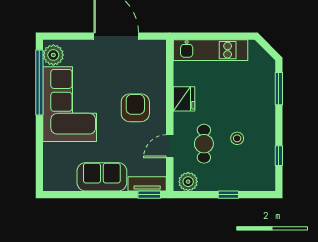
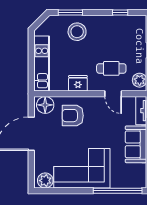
floor lamp: (155, 55) -> (45, 105), added
window: (39, 82) -> (118, 191), moved
armchair: (135, 108) -> (73, 116), moved
stool: (237, 138) -> (77, 32), moved, width x1.89, depth x1.89

